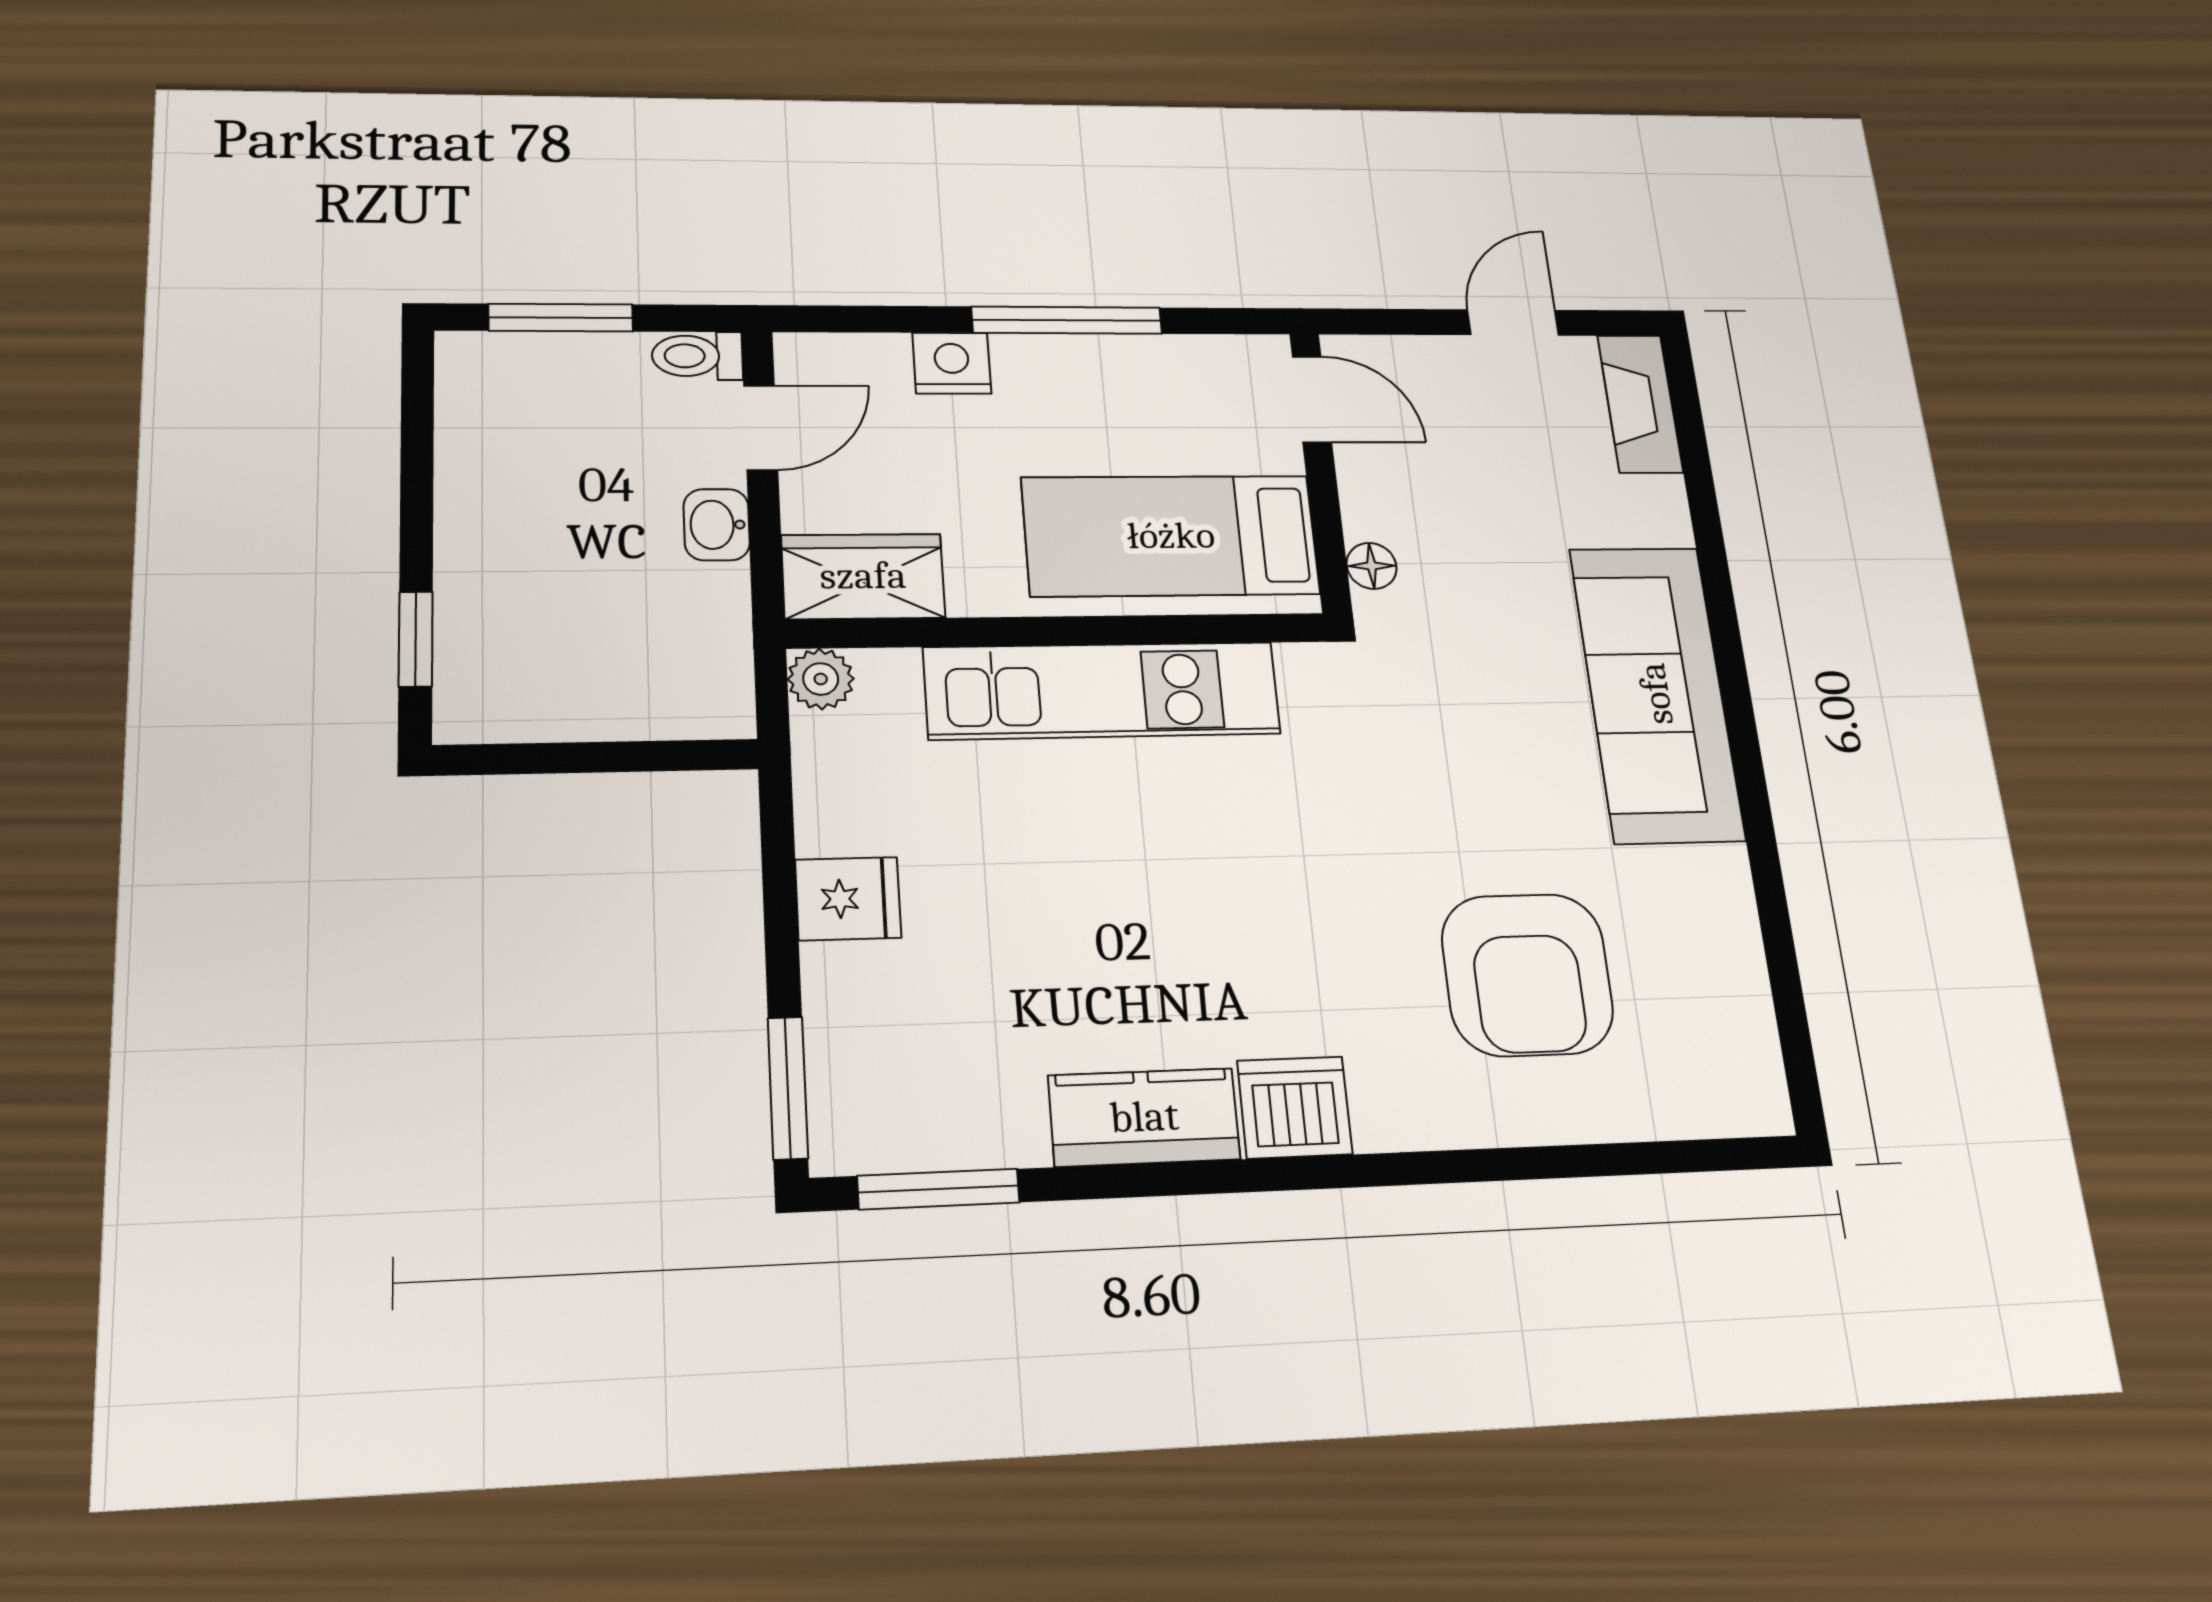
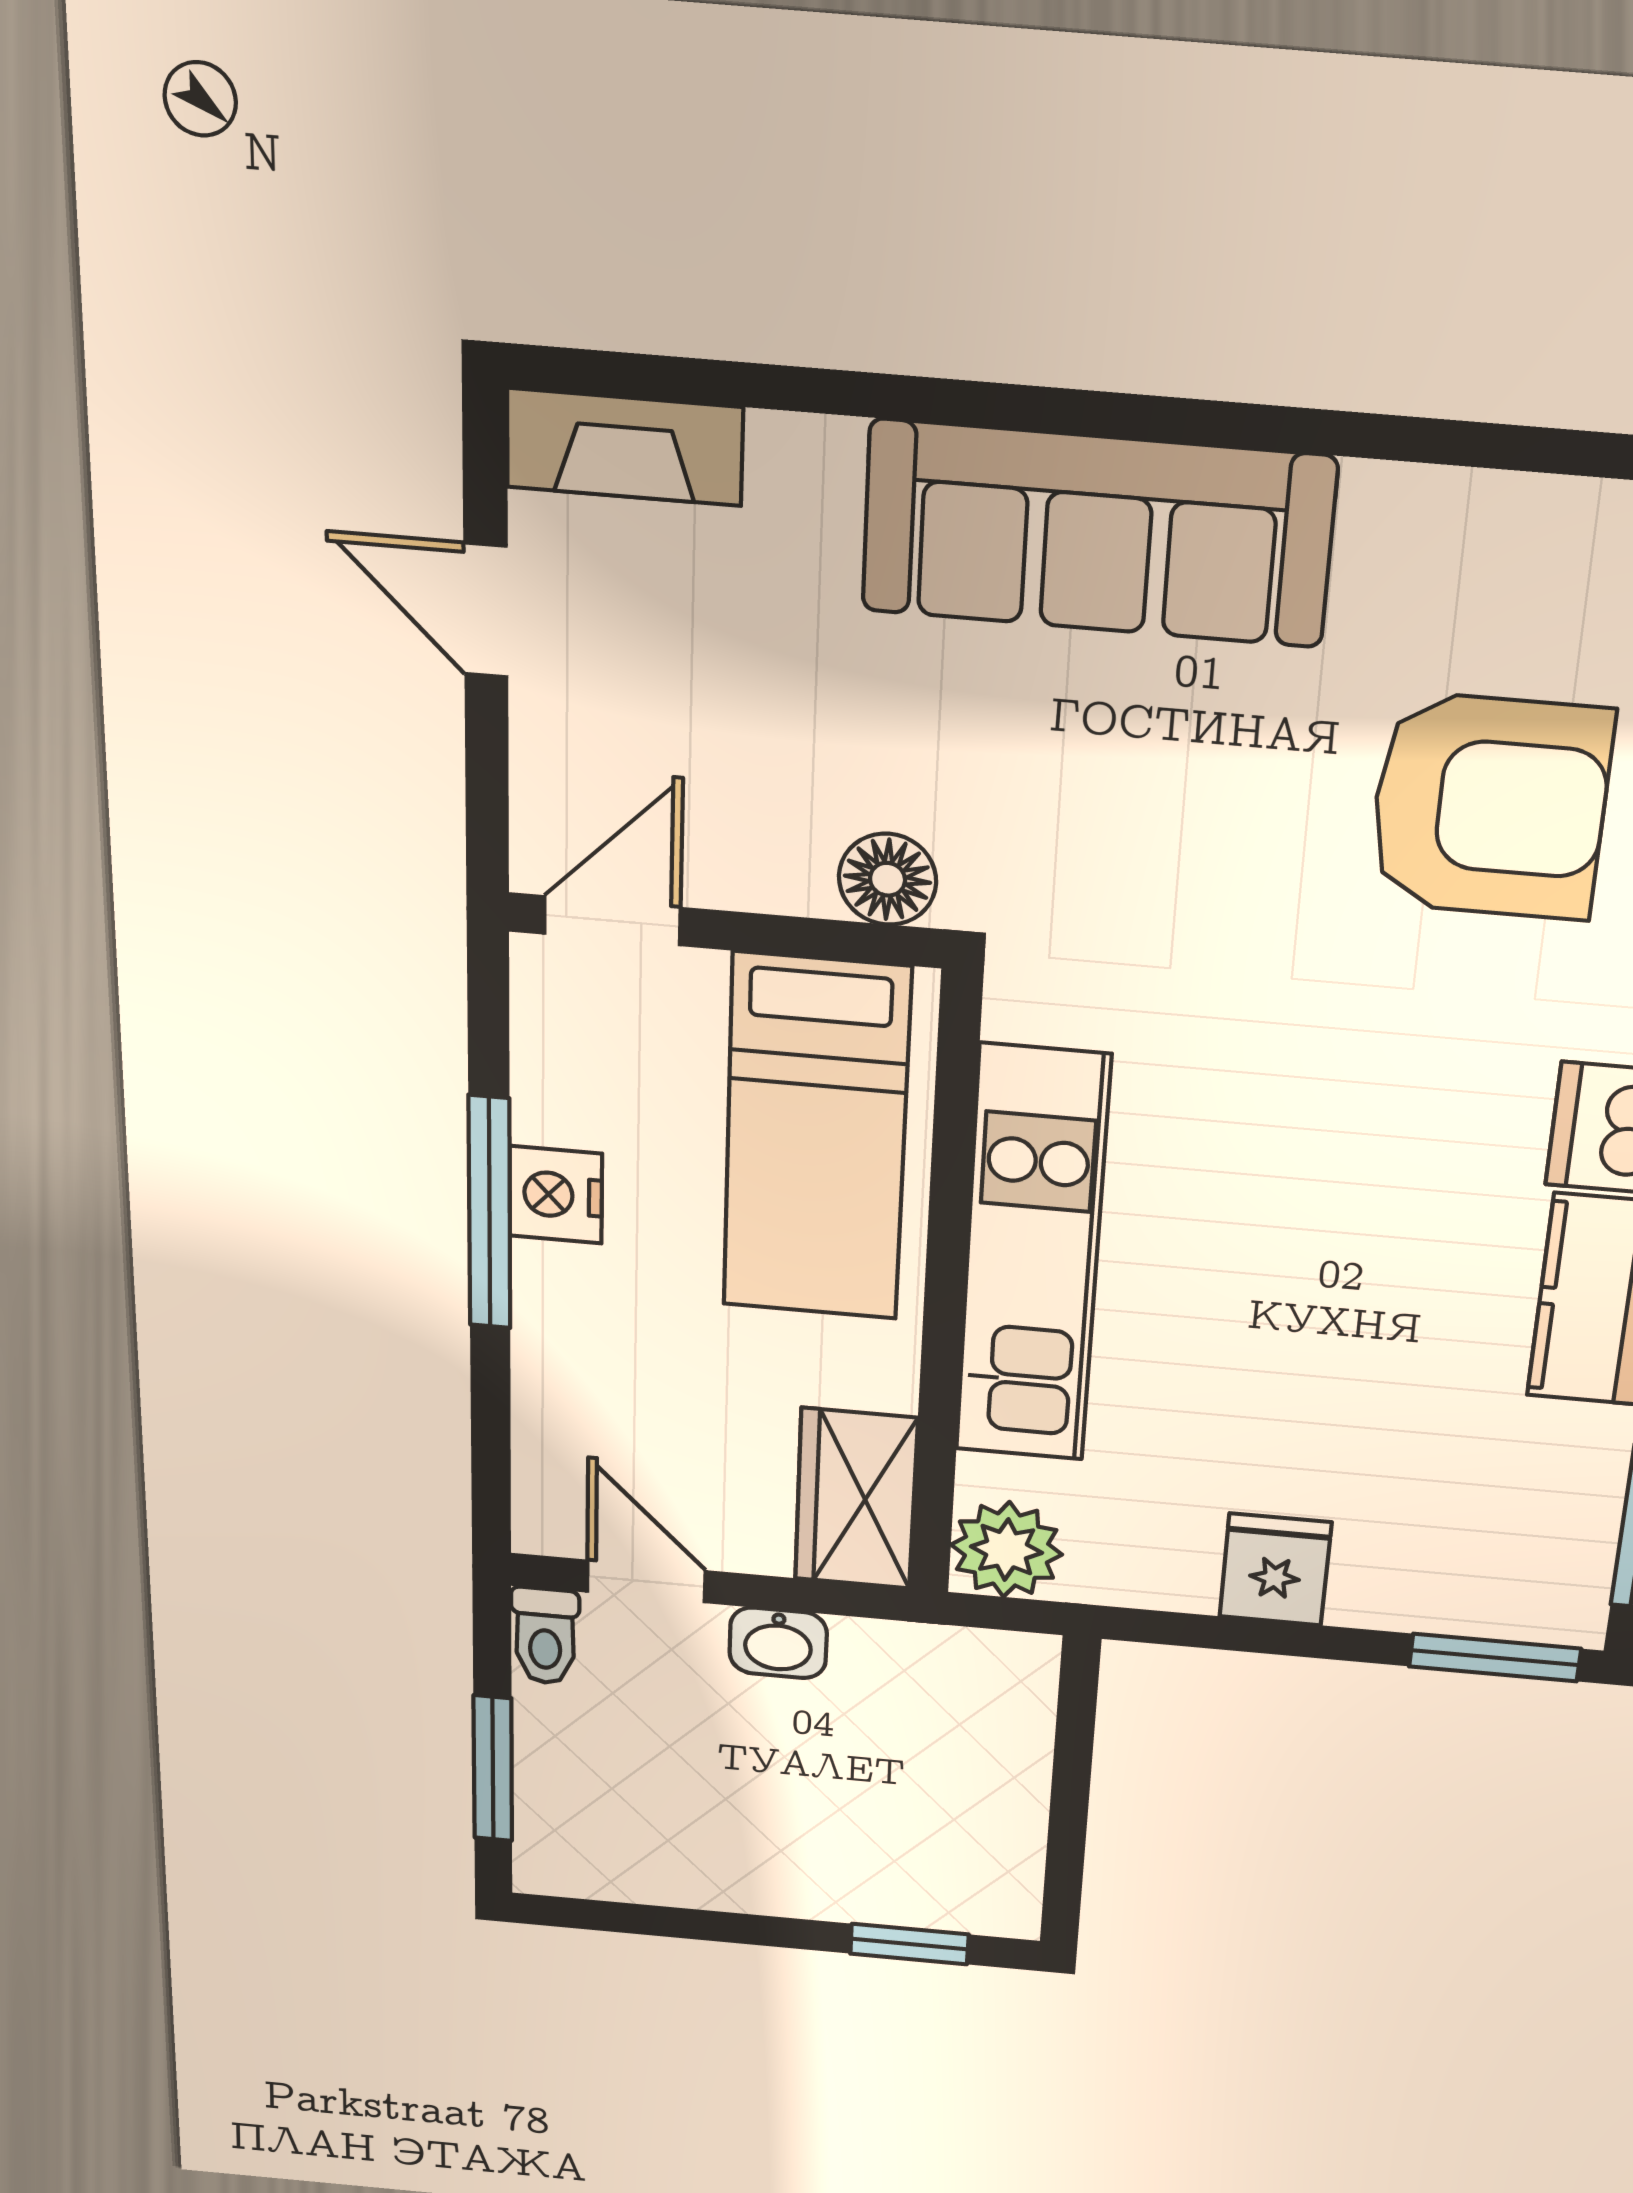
nightstand: (952, 363) -> (556, 1195), moved
floor lamp: (1372, 566) -> (888, 879), width x1.37, depth x1.37
plant: (821, 679) -> (1006, 1550), width x1.38, depth x1.38

